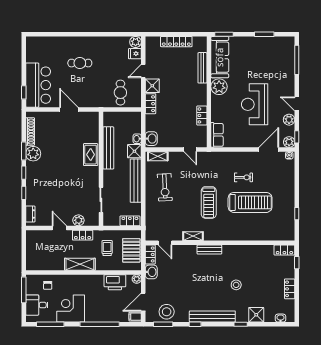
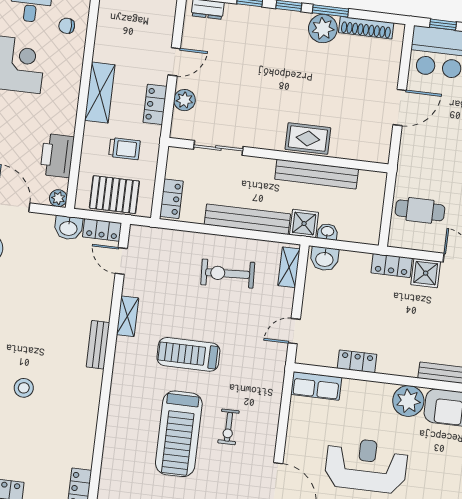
door: (165, 243) -> (121, 261), hinge flipped

